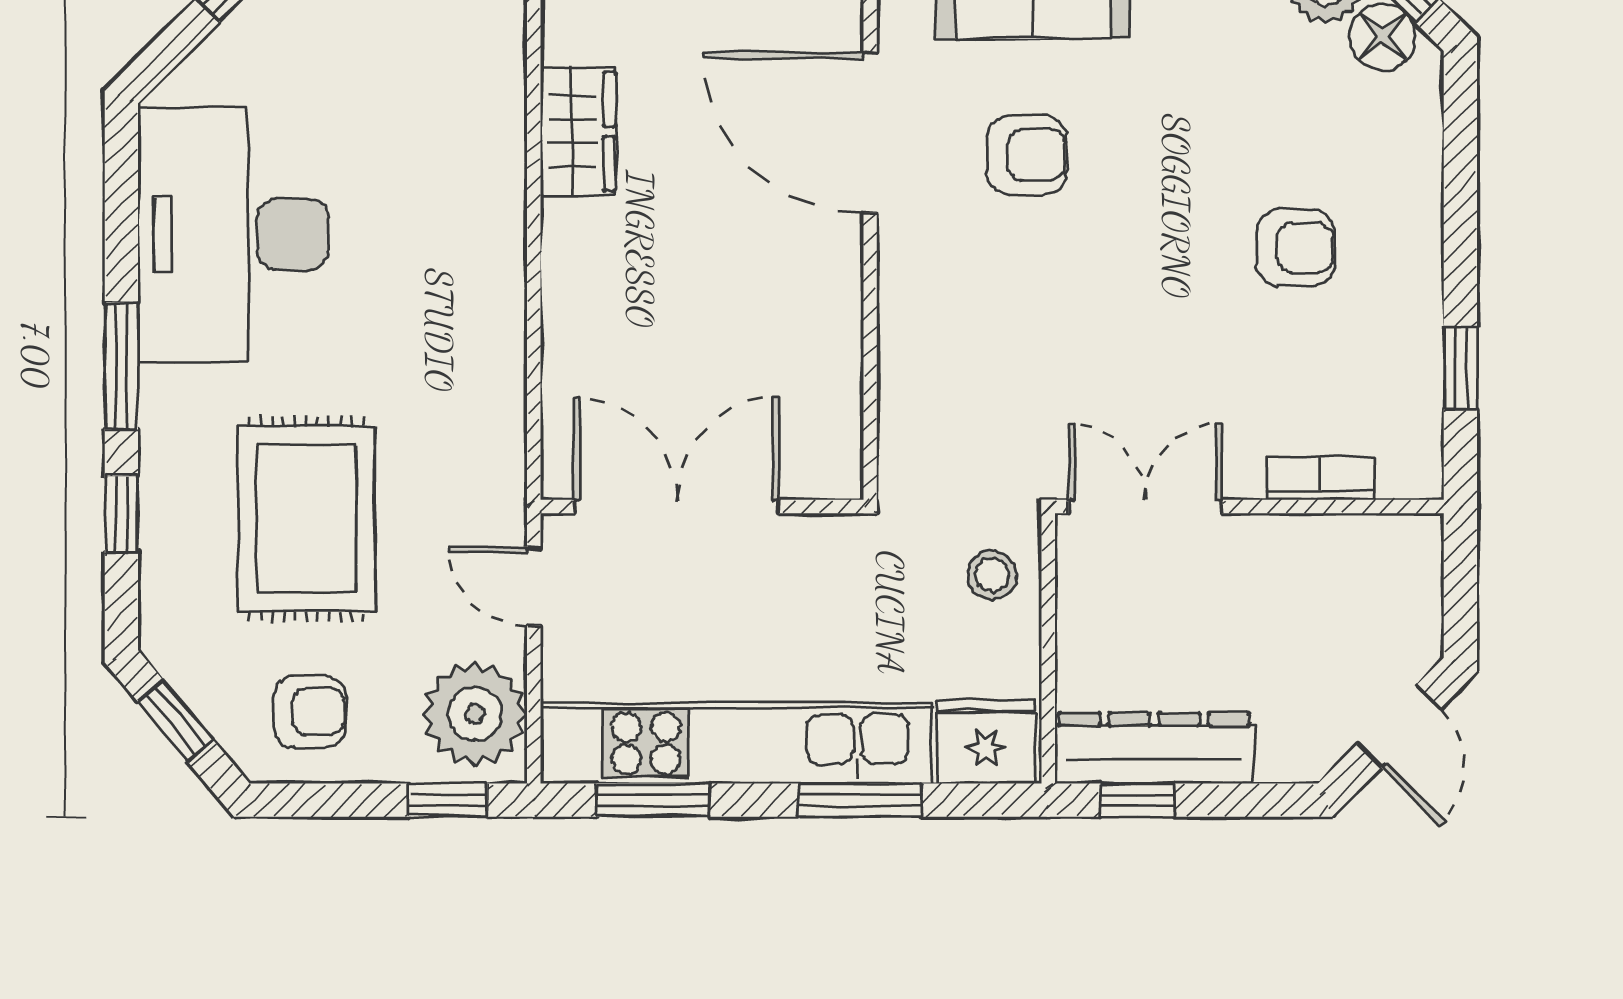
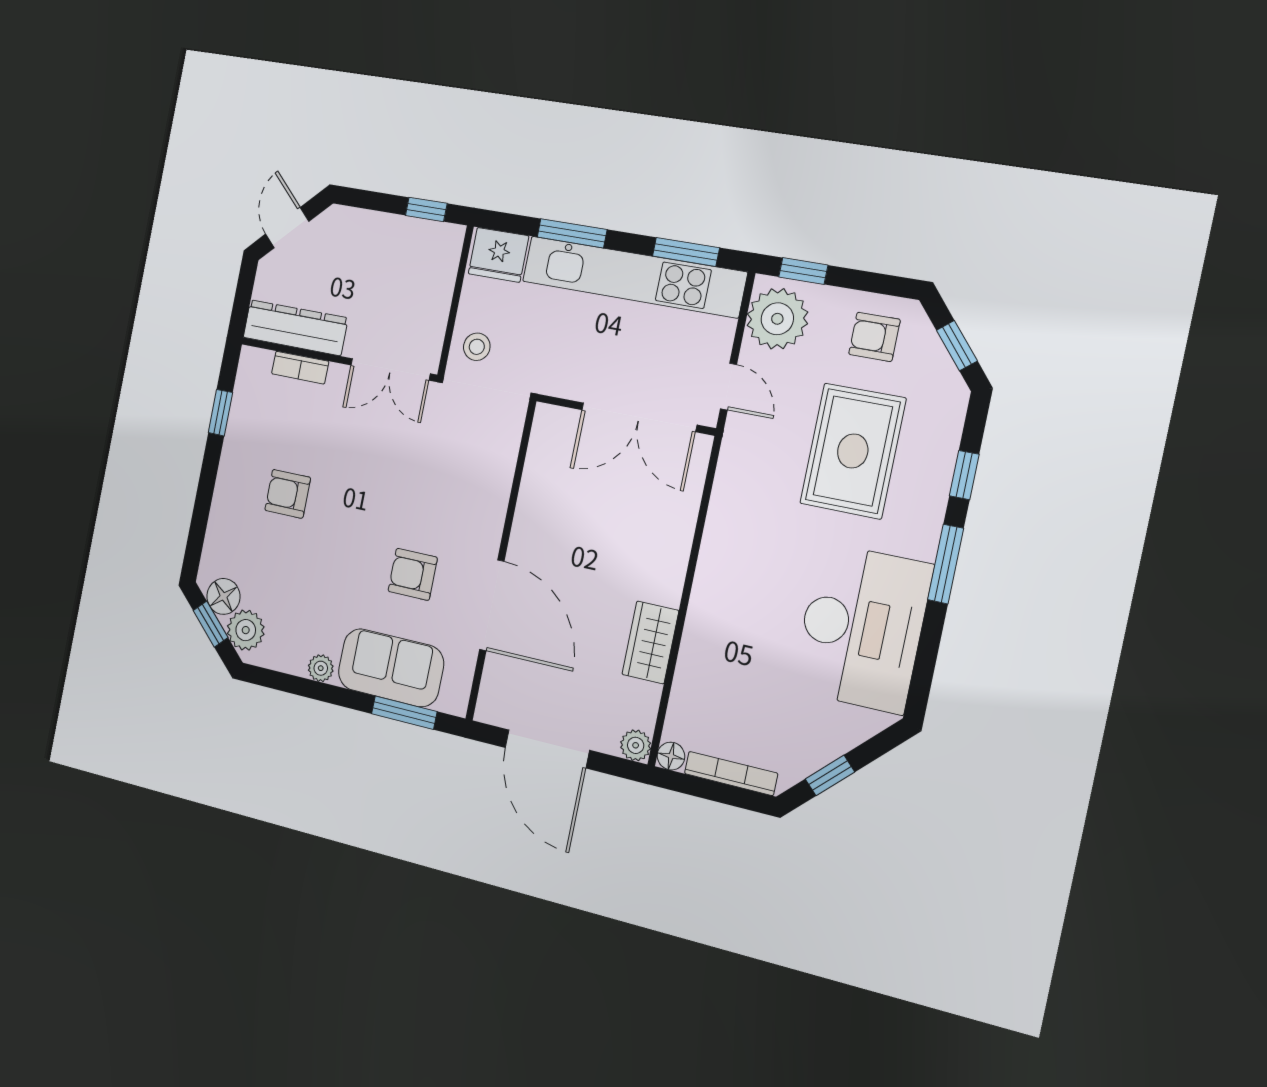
dresser: (1154, 748) -> (295, 328), moved, turned 180

